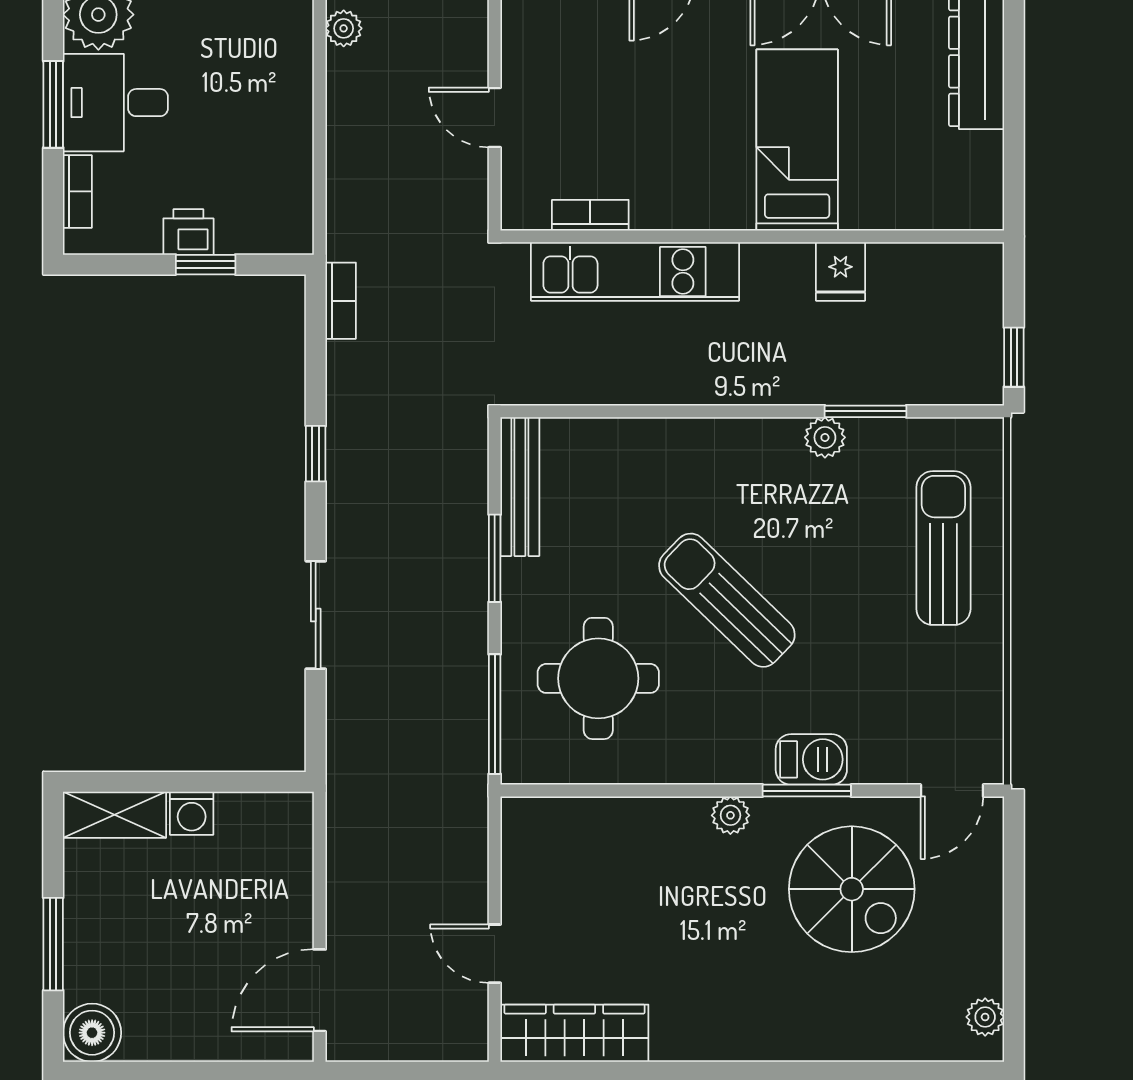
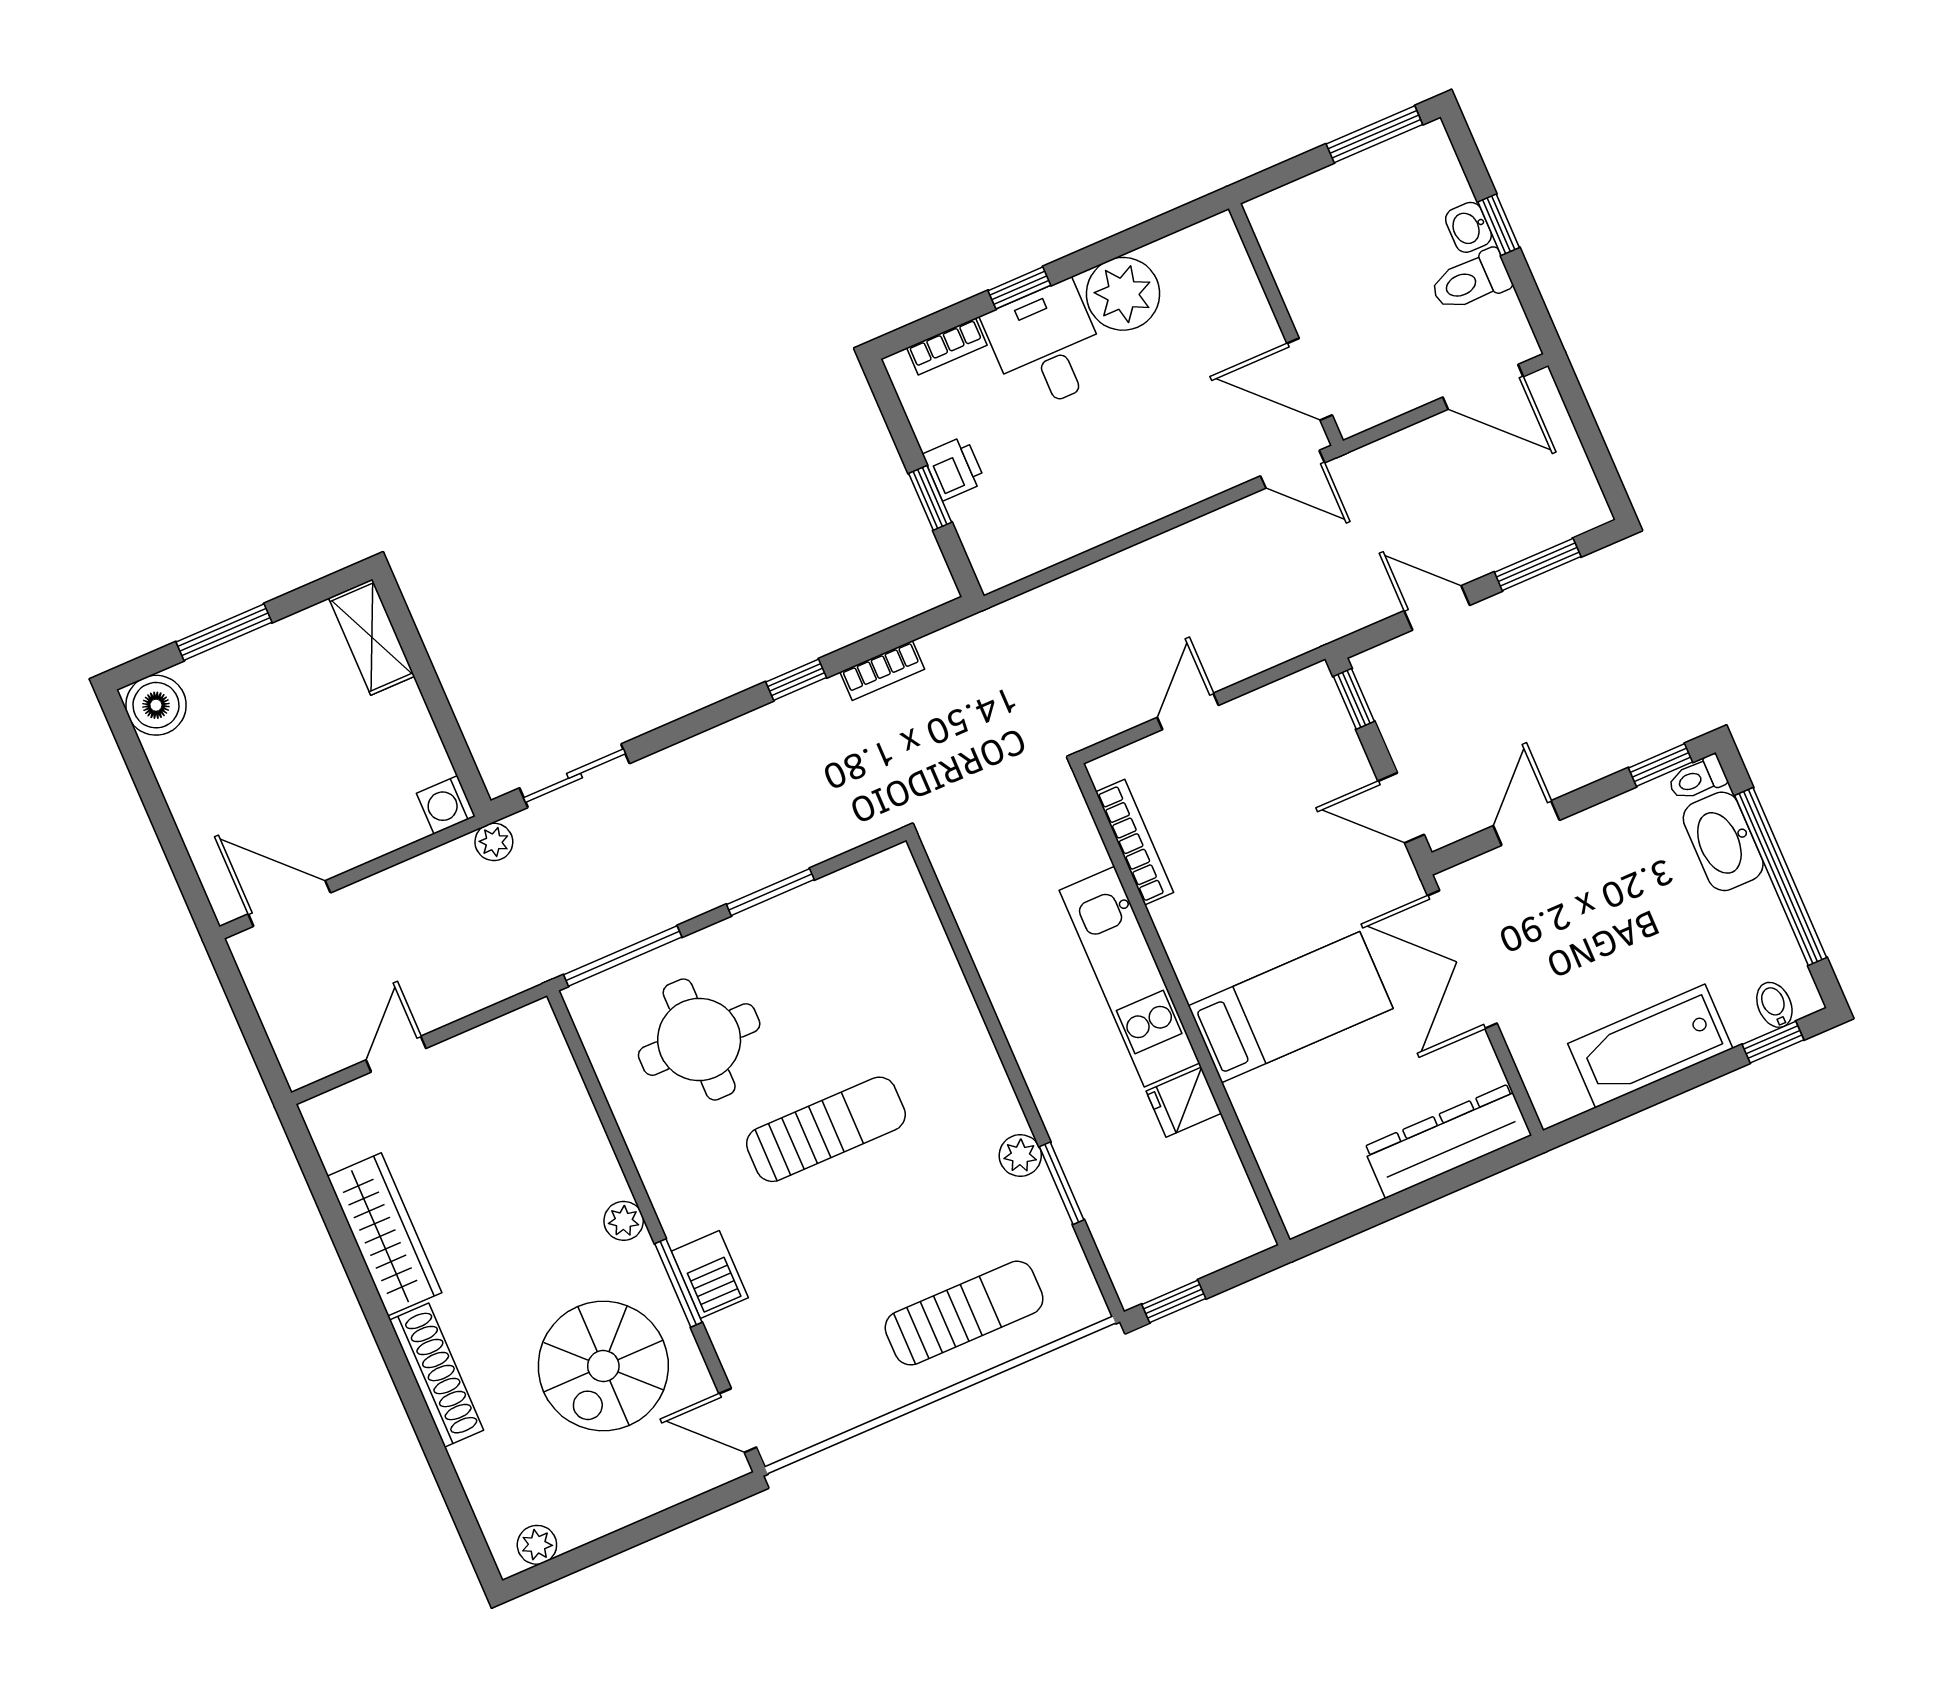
plant: (344, 28) -> (494, 842), moved
window: (53, 104) -> (1019, 288), width x0.67
bookcase: (590, 215) -> (1135, 842), width x1.56
kitchen unit: (635, 272) -> (1129, 977), moved
bookcase: (341, 301) -> (882, 671), moved
bench: (520, 487) -> (849, 887), removed
sun lounger: (727, 600) -> (826, 1129), turned 46
sliding door: (316, 615) -> (574, 776), moved
washing machine: (192, 813) -> (446, 805), moved
wardrobe: (574, 1033) -> (384, 1234), moved
shoe rack: (796, 1041) -> (436, 1375), added

